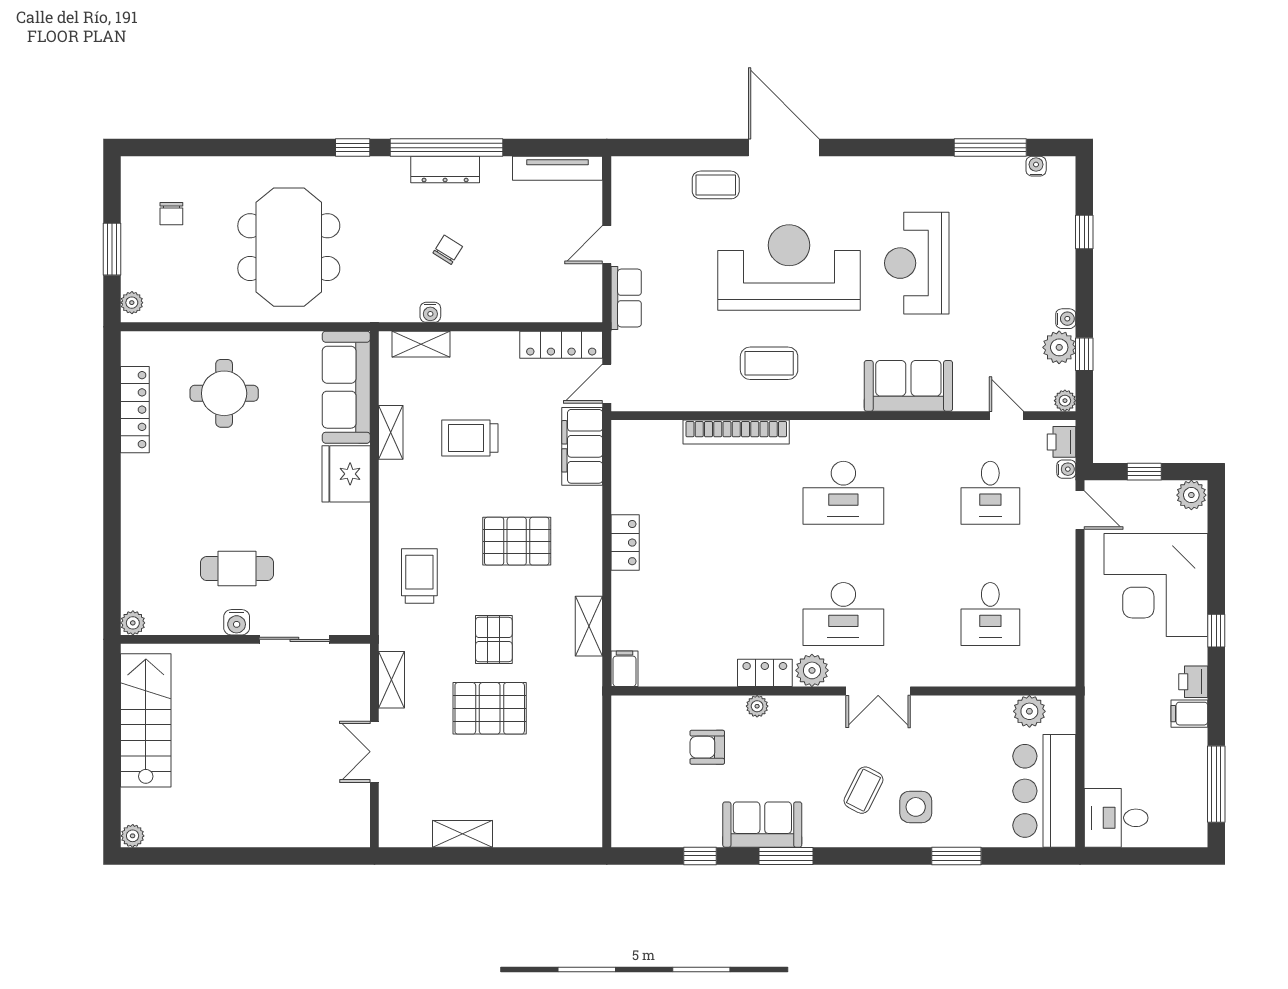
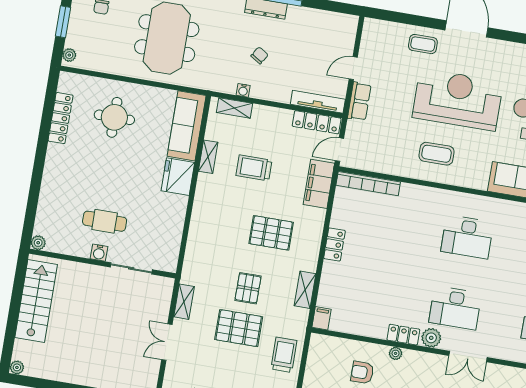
tv unit: (557, 168) -> (318, 102), moved, turned 180
bookcase: (736, 432) -> (368, 184), moved
trolley: (419, 576) -> (284, 355), moved

